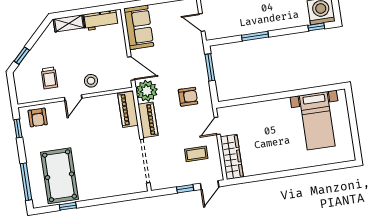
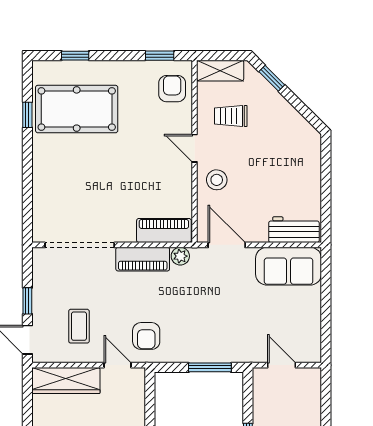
workbench: (101, 20) -> (294, 230), moved, turned 90
door: (202, 22) -> (282, 365), hinge flipped
shelving: (69, 23) -> (220, 71), moved, turned 90
door: (131, 68) -> (227, 245), swing flipped
plant: (147, 91) -> (180, 256), width x0.53, depth x0.53
armchair: (188, 97) -> (146, 336), moved
armchair: (38, 117) -> (172, 89), turned 90
window: (26, 182) -> (75, 56), width x0.46

